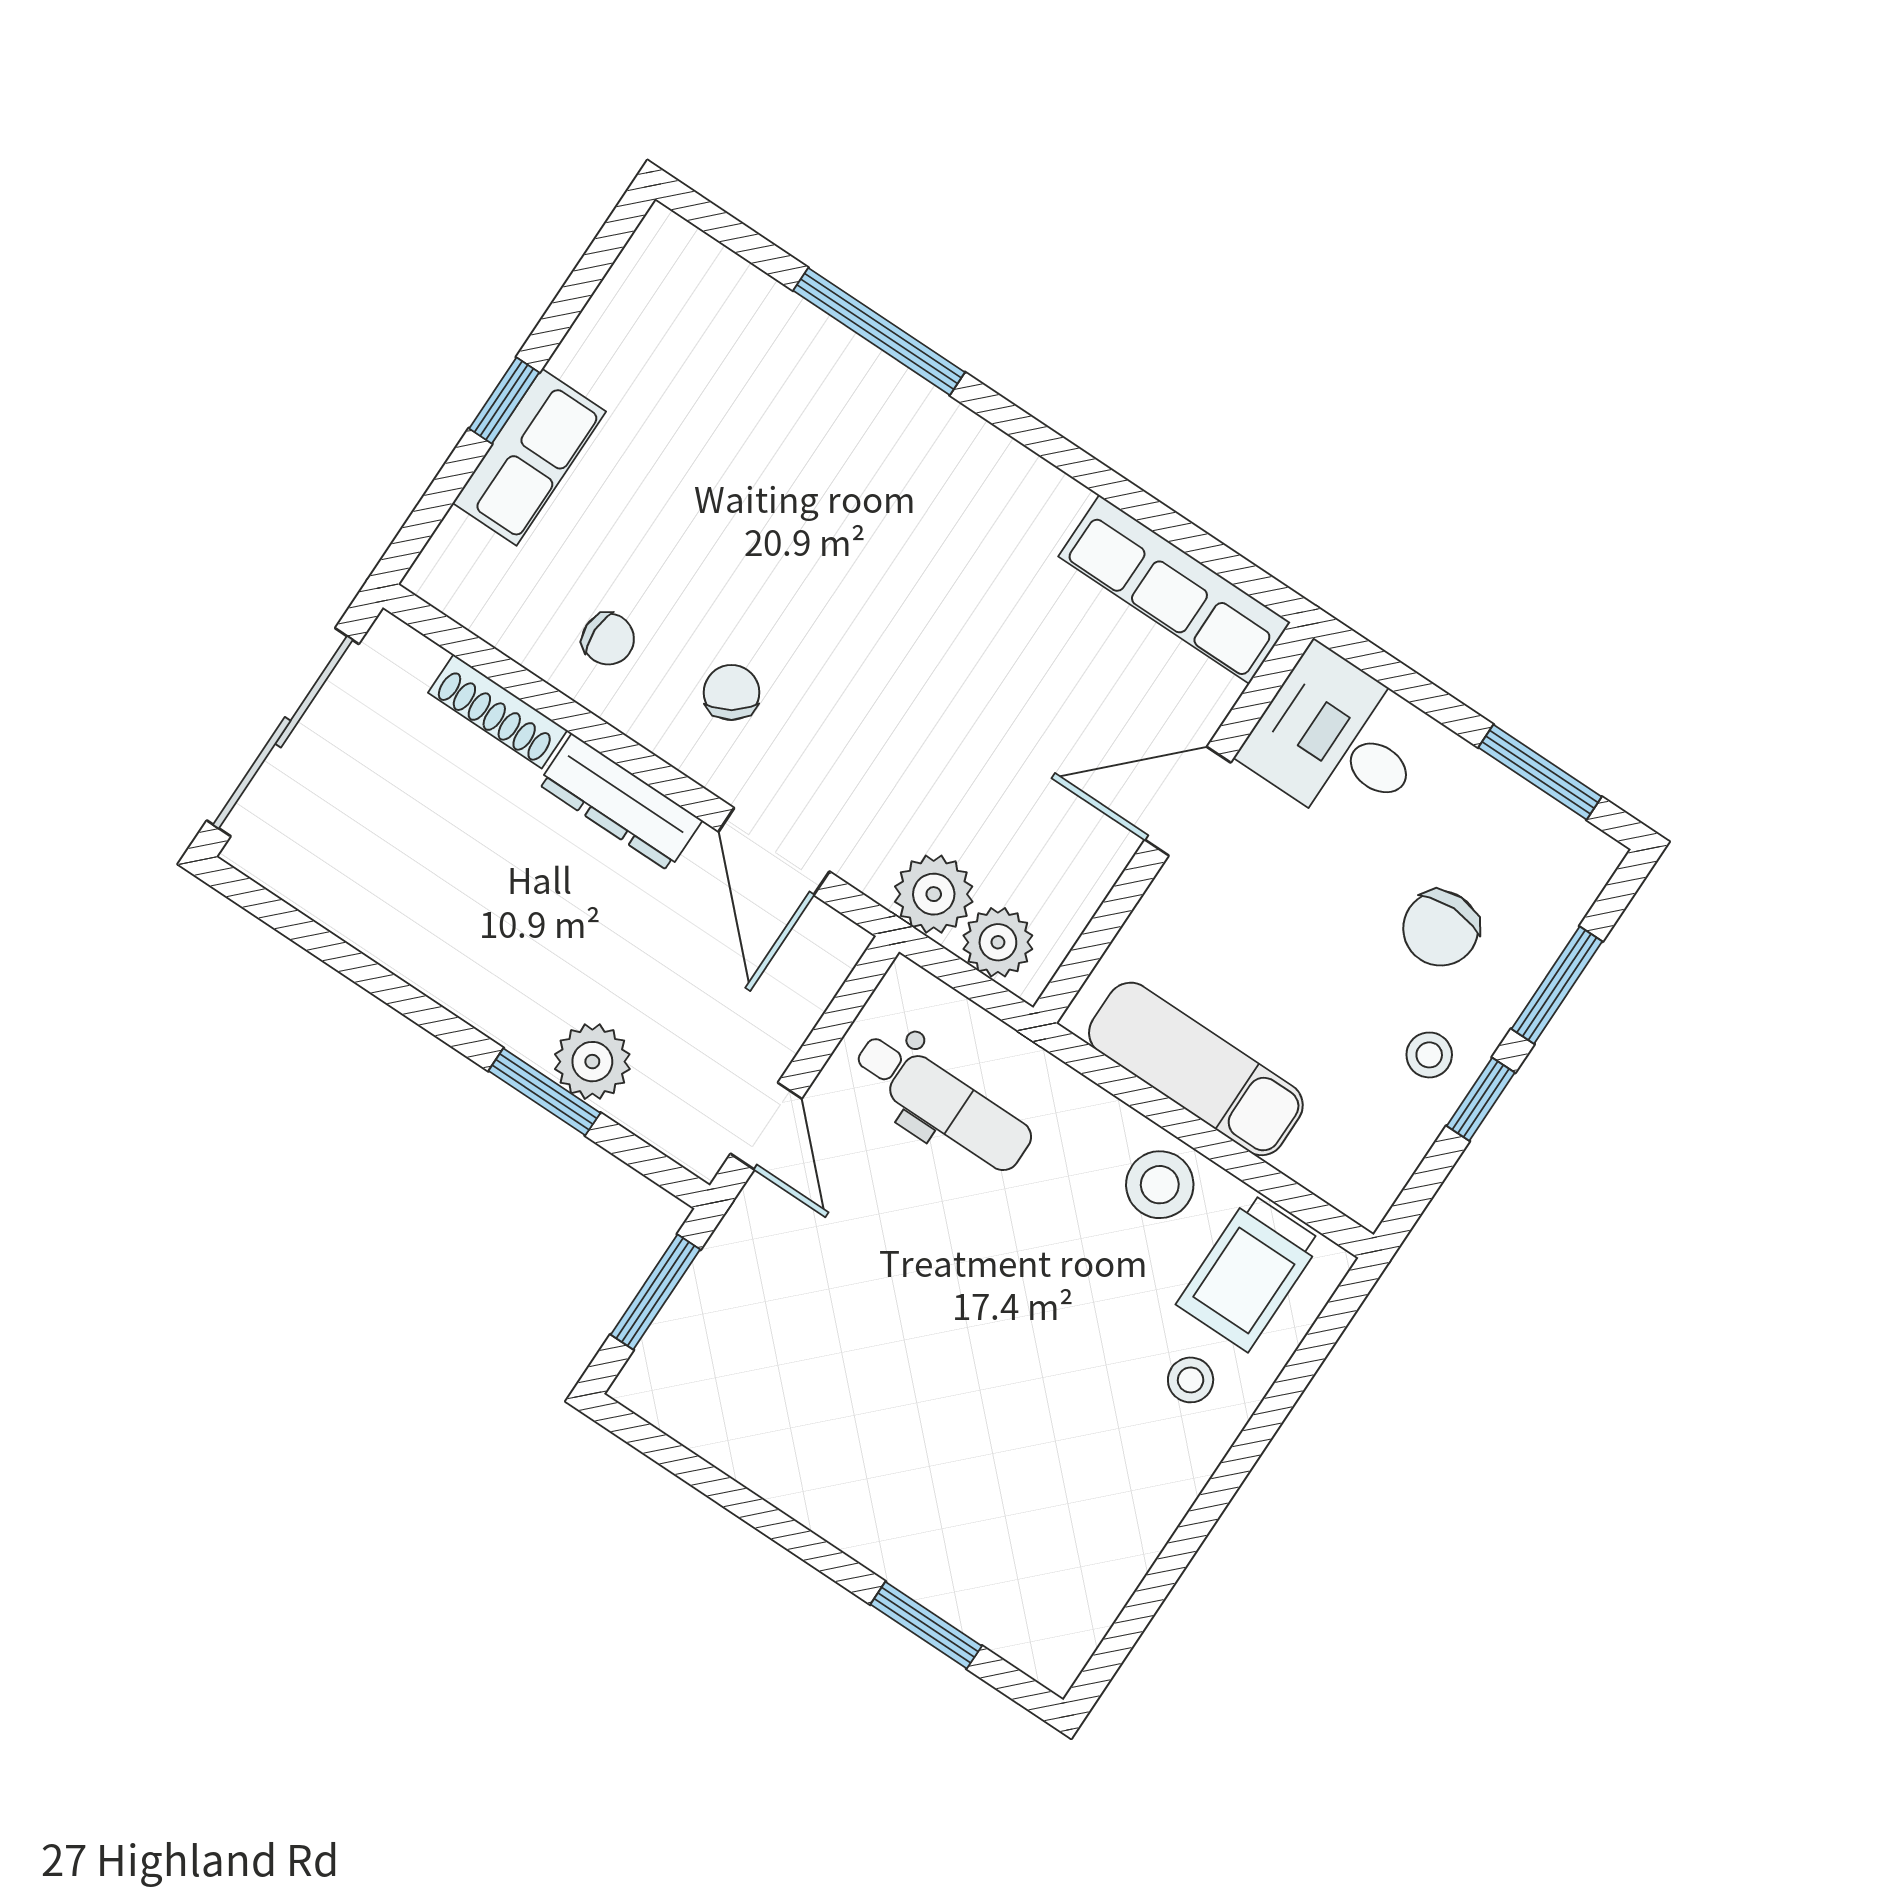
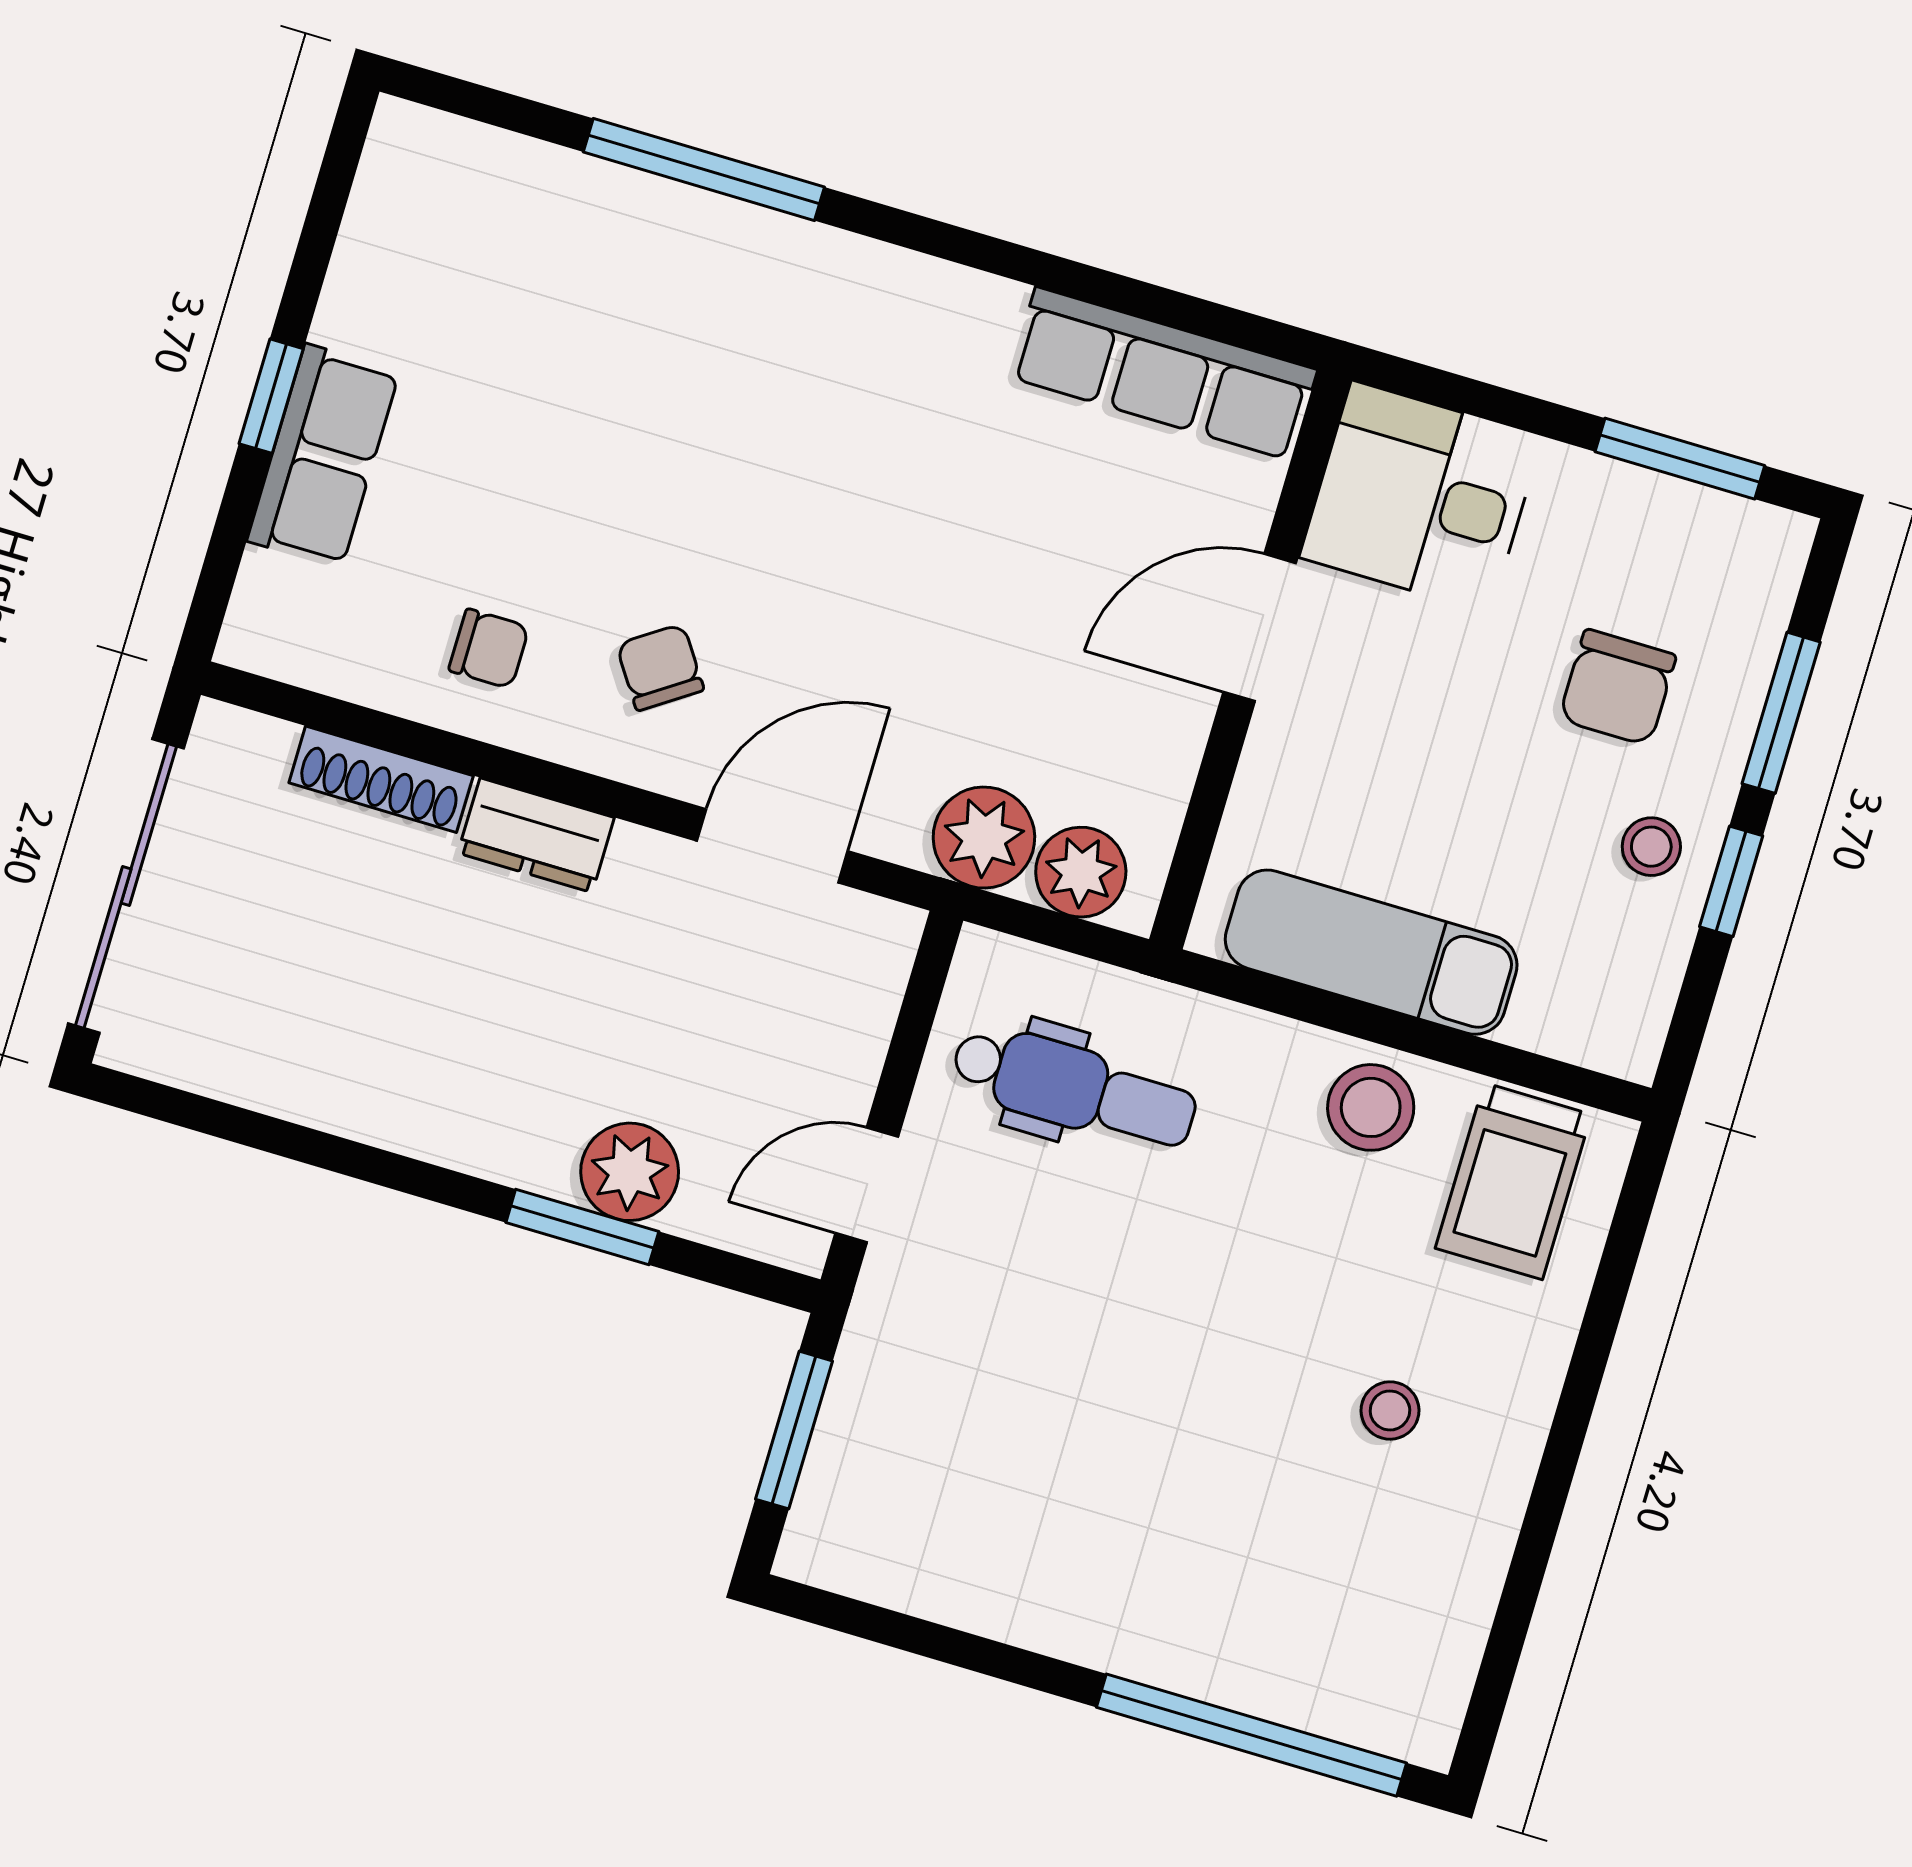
dresser: (620, 802) -> (536, 835), width x0.70
door: (774, 851) -> (772, 846), swing flipped
door: (766, 1126) -> (867, 1185), swing flipped
stool: (1191, 1380) -> (1390, 1410), moved
window: (926, 1625) -> (1252, 1735), width x2.11

